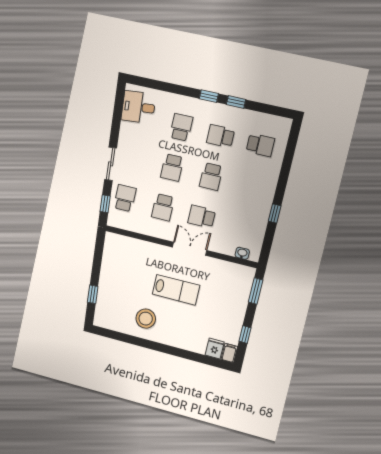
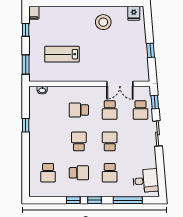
window: (167, 87) -> (128, 200), added
school desk: (260, 145) -> (48, 173), turned -90
school desk: (163, 207) -> (110, 110), turned 180
school desk: (202, 217) -> (79, 110), turned 180
double door: (190, 249) -> (120, 84), moved
lab bench: (176, 290) -> (62, 54), moved
window: (93, 294) -> (151, 50), moved
fridge: (215, 348) -> (134, 13), moved

